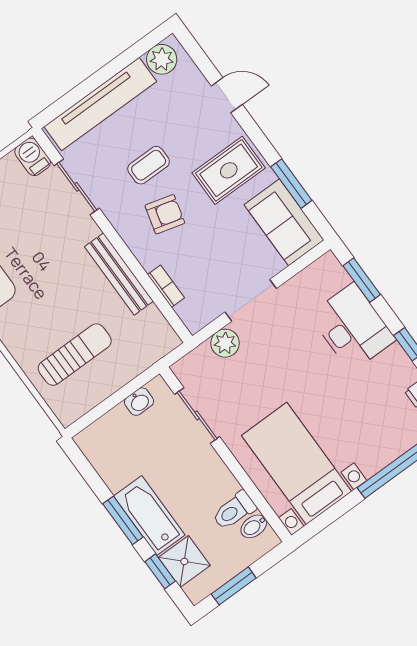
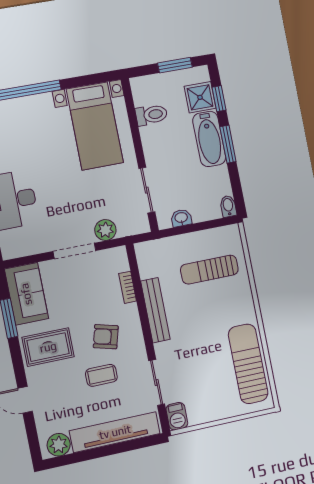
bidet: (254, 526) -> (228, 206), moved, turned -90

